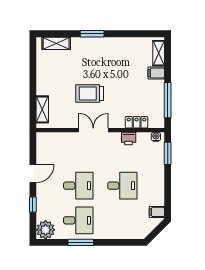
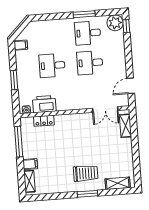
trolley: (90, 94) -> (86, 173), moved
double door: (93, 130) -> (105, 109), moved
printer: (129, 138) -> (44, 104), width x1.87, depth x1.48
window: (168, 153) -> (14, 80), moved
door: (33, 174) -> (131, 86), moved
window: (33, 204) -> (126, 26), moved

